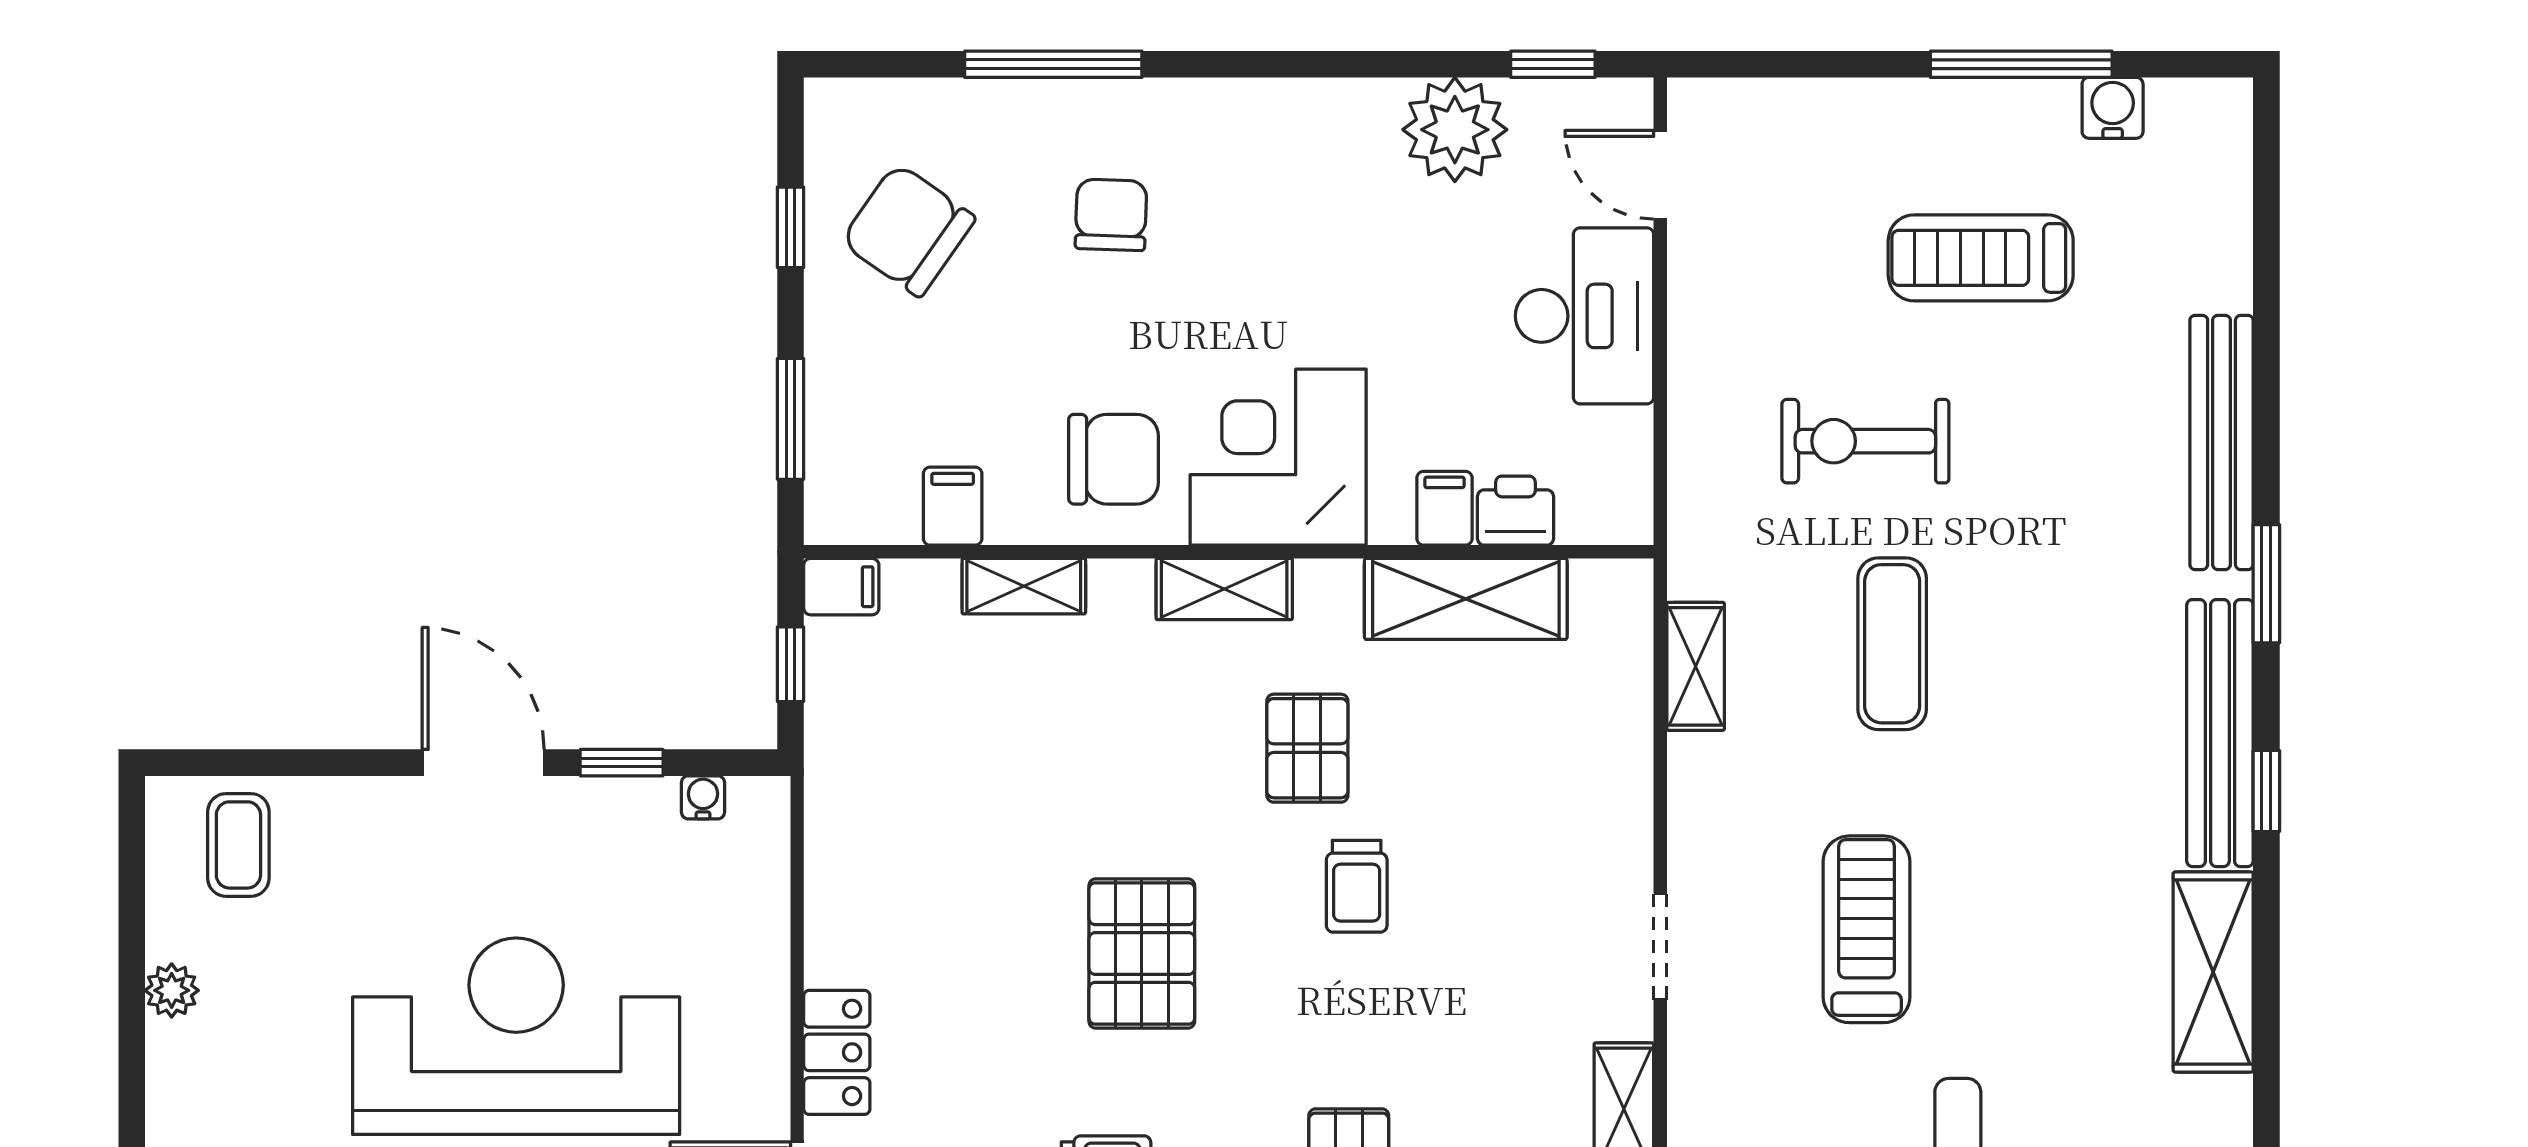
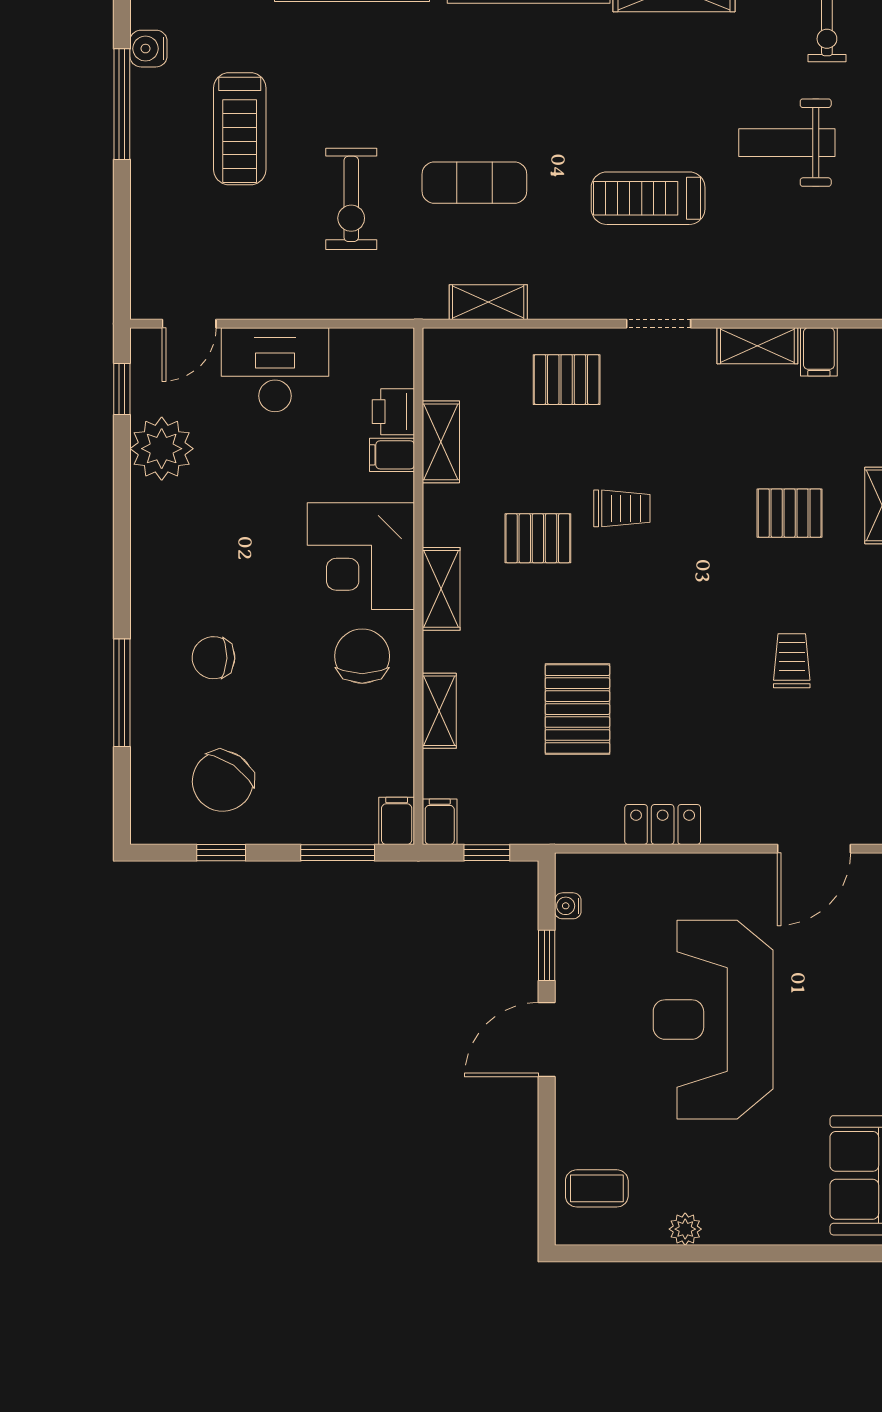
filing cabinet: (953, 506) -> (397, 821), moved, turned 90
shelving: (1466, 599) -> (441, 442), width x0.67, depth x0.75
pallet: (1568, 795) -> (567, 380), added
pallet: (1142, 954) -> (577, 709), moved, turned 90
locker: (837, 1052) -> (663, 824), moved

